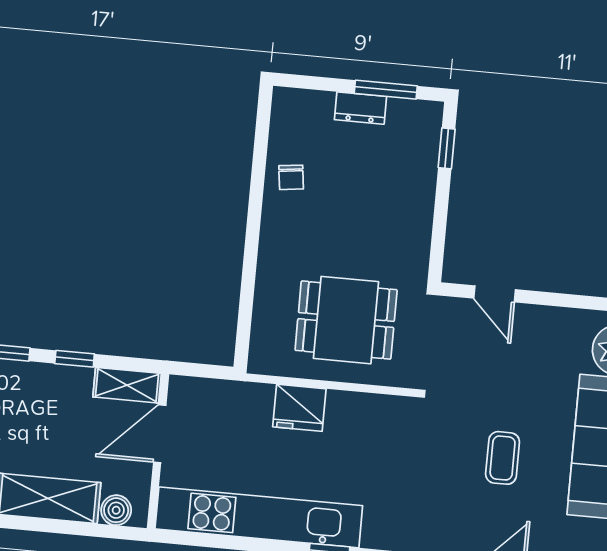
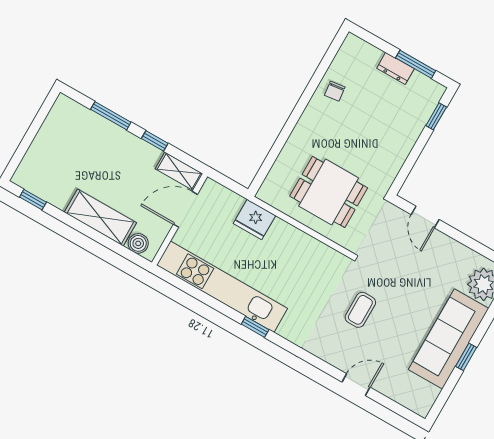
fridge: (299, 408) -> (254, 219), moved
coffee table: (503, 458) -> (360, 310), moved

